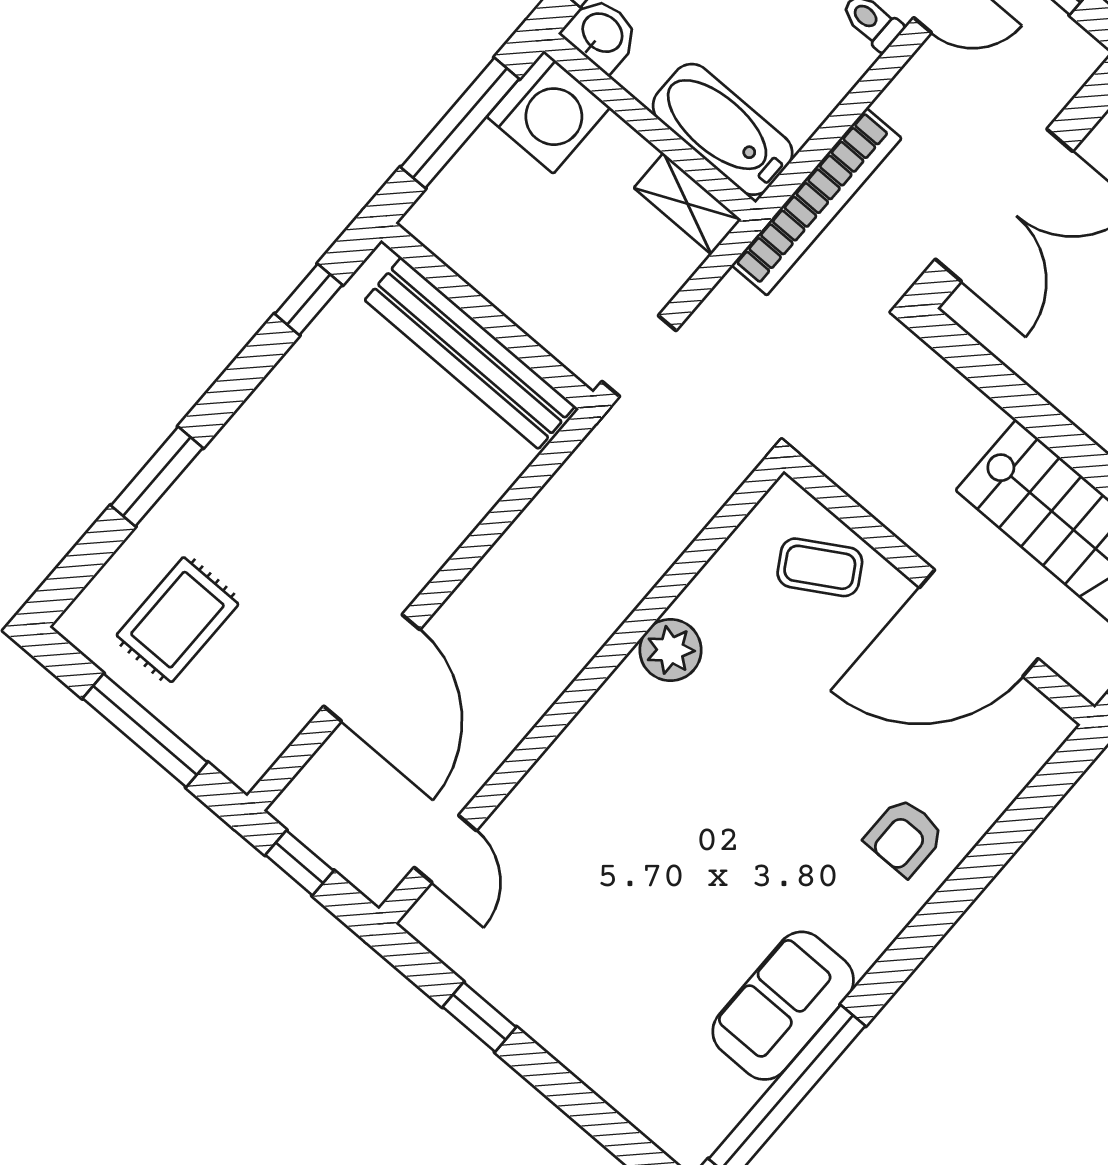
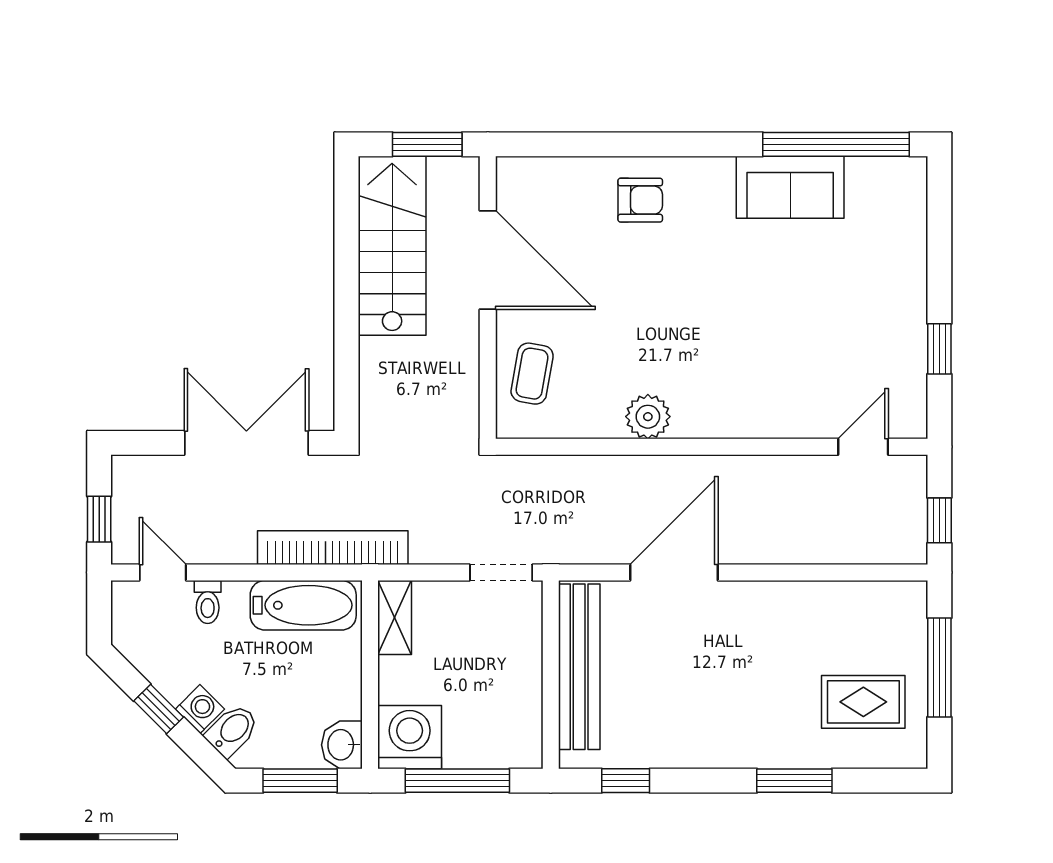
bathtub: (723, 129) -> (303, 605), moved, turned -90
coffee table: (820, 567) -> (532, 374), turned 41
door: (372, 668) -> (674, 572), moved

